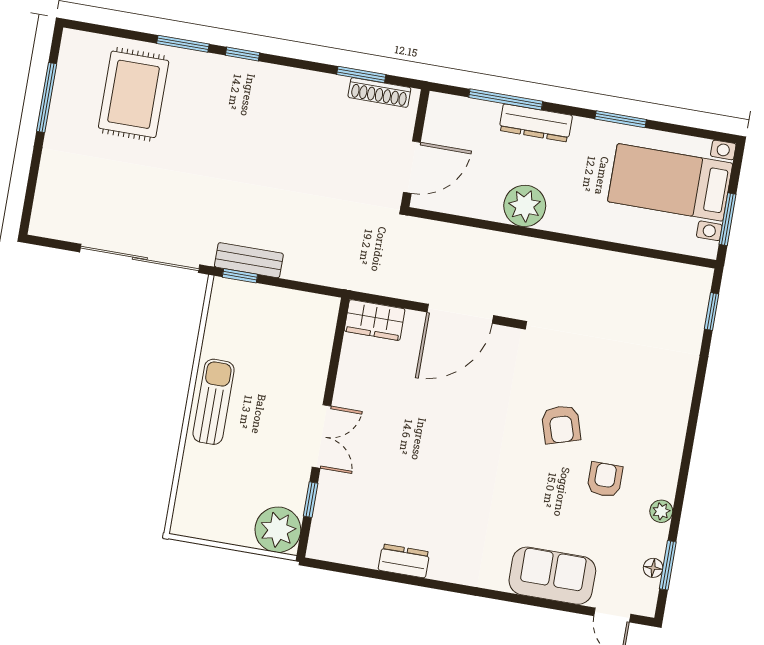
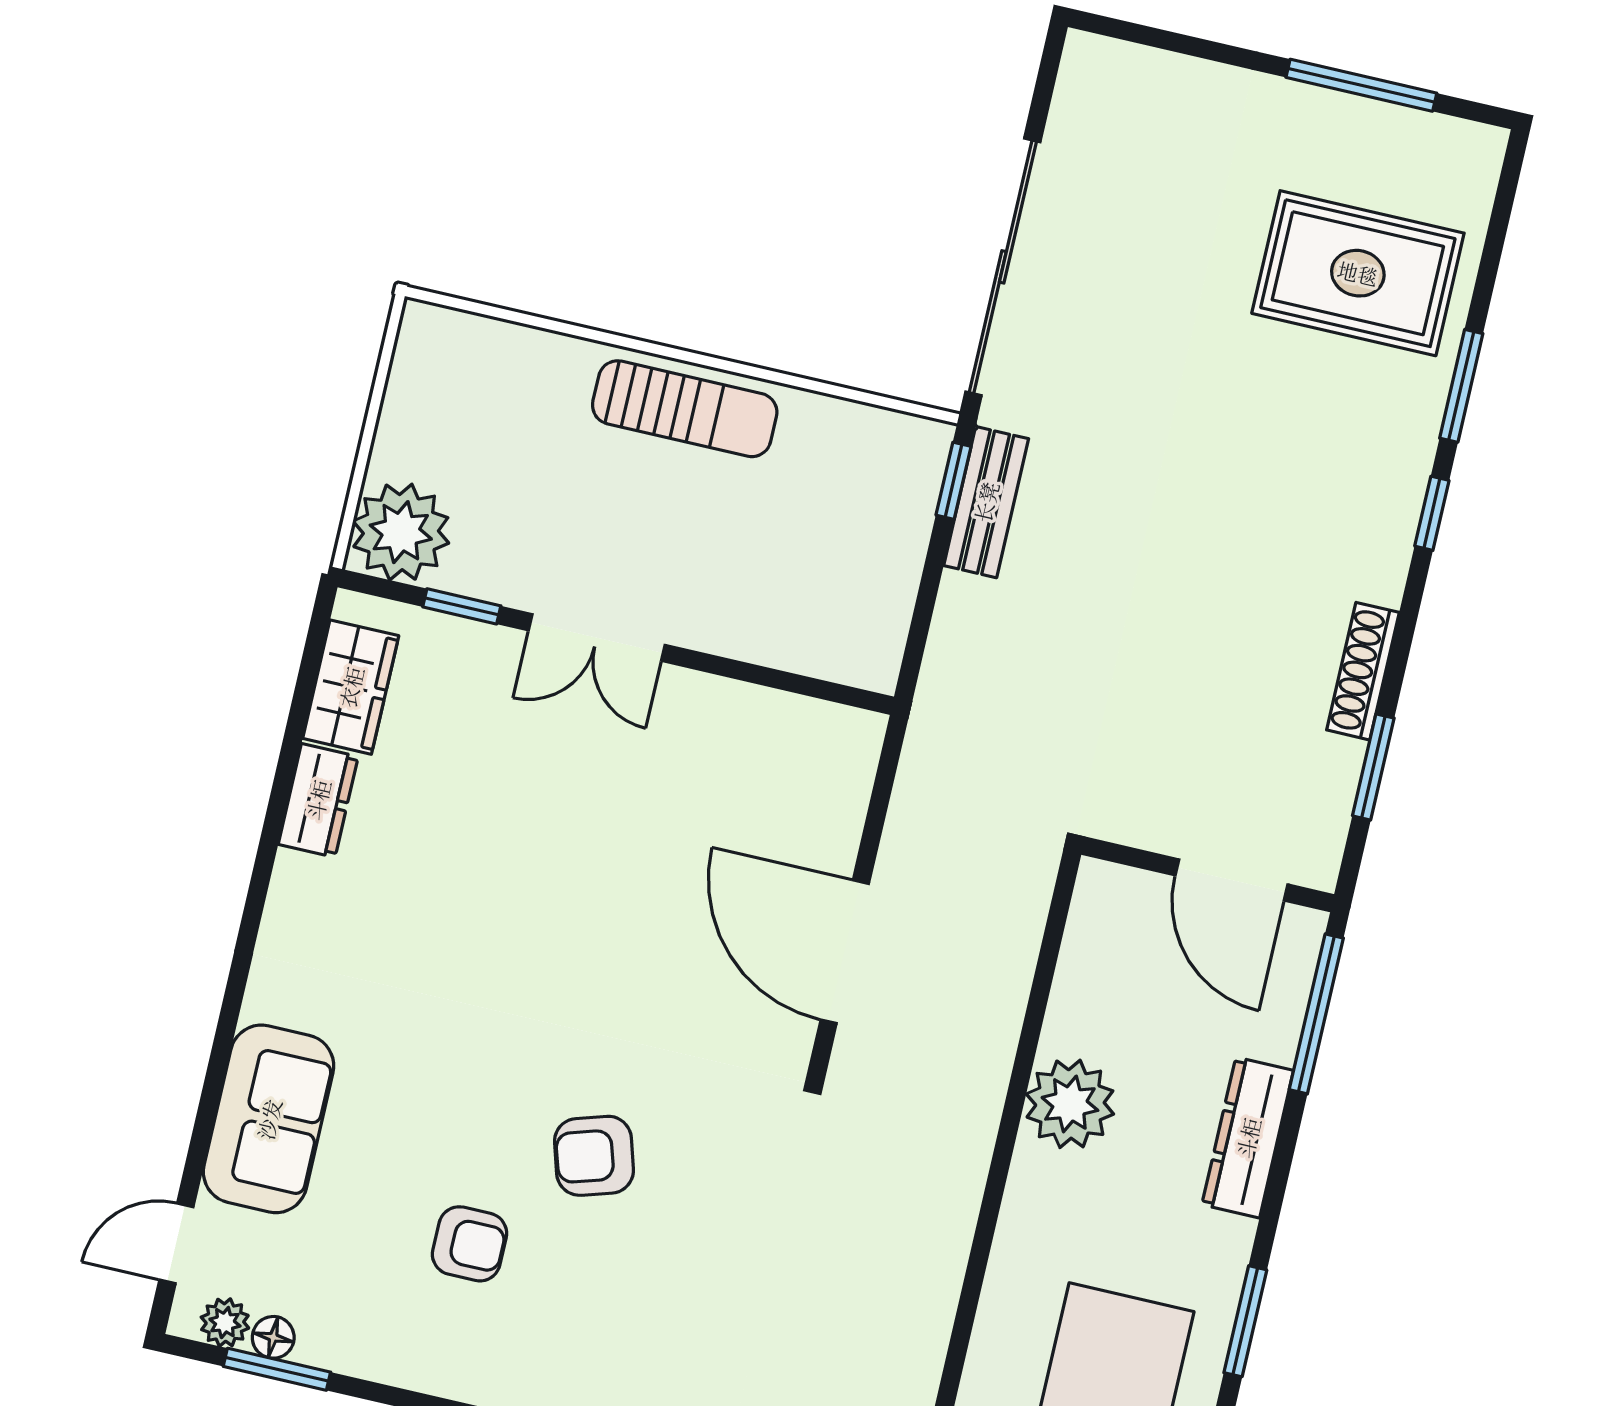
shoe rack: (379, 92) -> (1363, 671), moved
window: (506, 99) -> (1316, 1014), moved
door: (412, 167) -> (1232, 880), moved
wardrobe: (375, 320) -> (351, 687), moved, turned 180
plant: (661, 511) -> (225, 1323), moved

